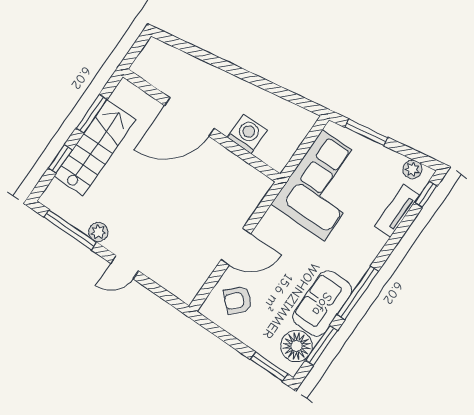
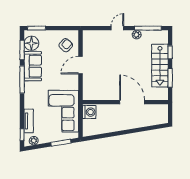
door: (189, 117) -> (132, 102), hinge flipped
washing machine: (247, 134) -> (89, 112), moved, turned -90

